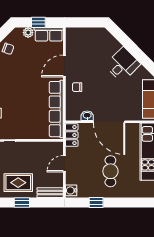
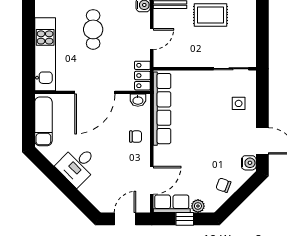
door: (85, 22) -> (125, 219), added
door: (64, 66) -> (152, 180), moved
washbasin: (87, 116) -> (138, 100), moved
door: (109, 122) -> (95, 92), swing flipped

